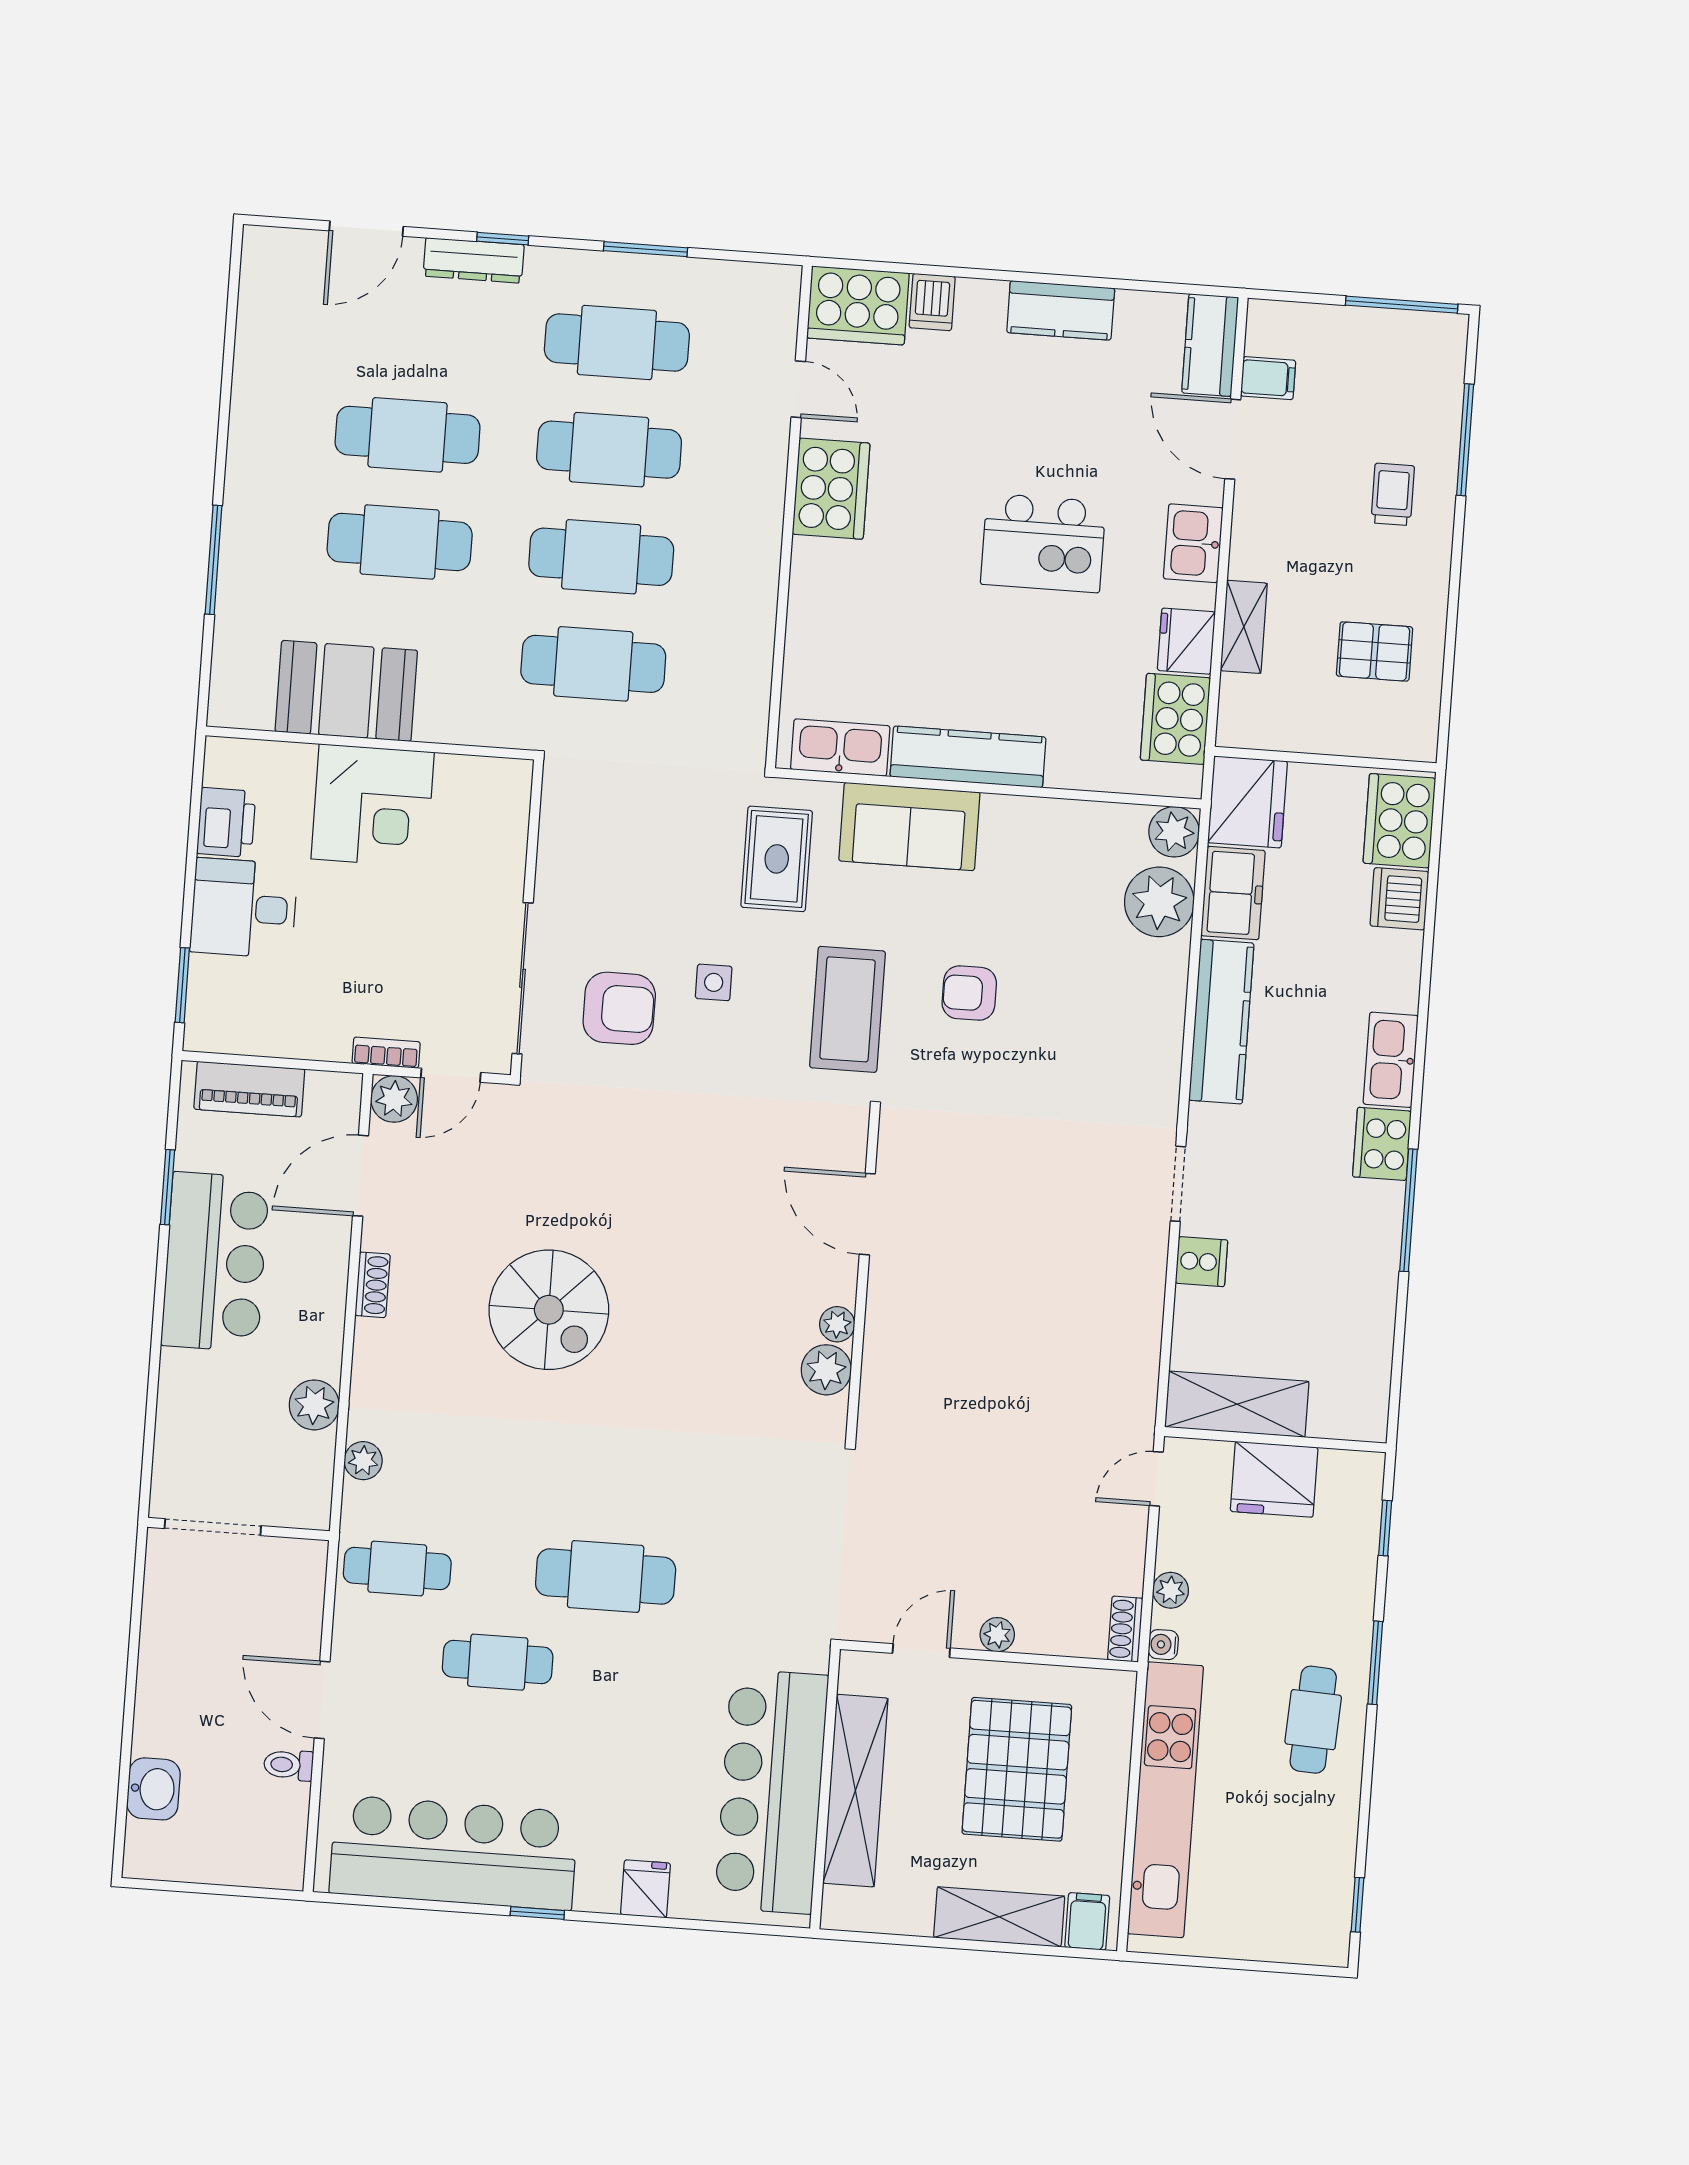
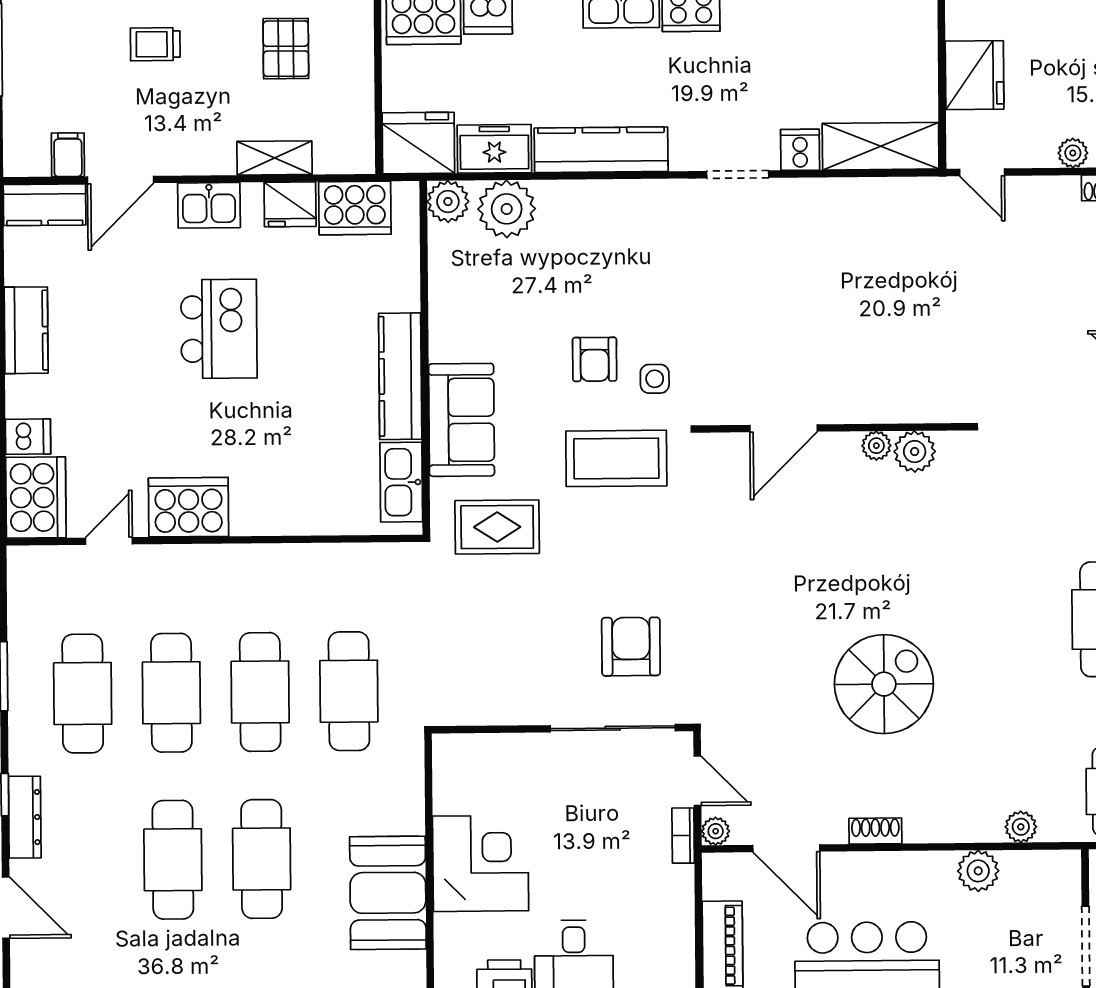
side table: (714, 982) -> (655, 379), moved
plant: (394, 1099) -> (716, 831), width x0.73, depth x0.73
shelving: (1237, 1404) -> (881, 146), moved, turned 90

